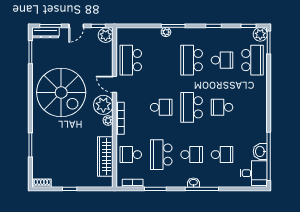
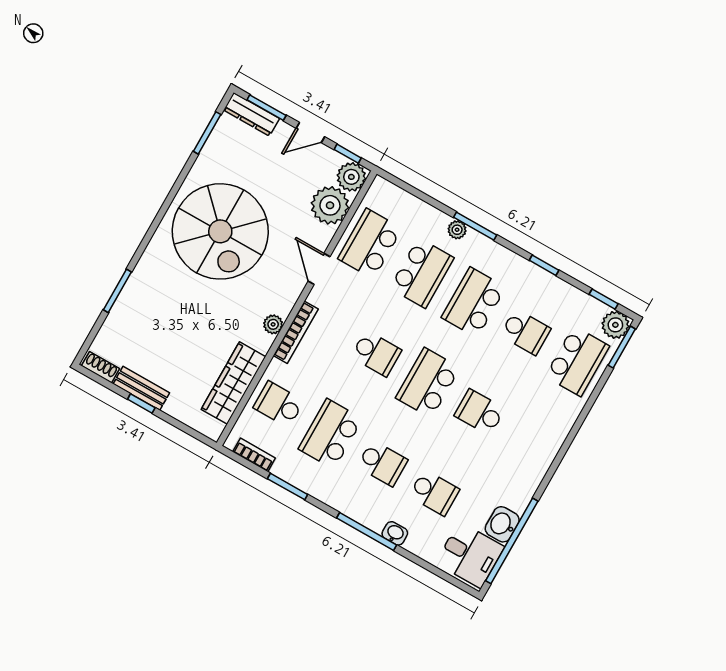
school desk: (161, 60) -> (422, 273), added
plant: (103, 105) -> (330, 205), moved
bench: (66, 182) -> (141, 388), added
washbasin: (193, 183) -> (395, 533), moved

